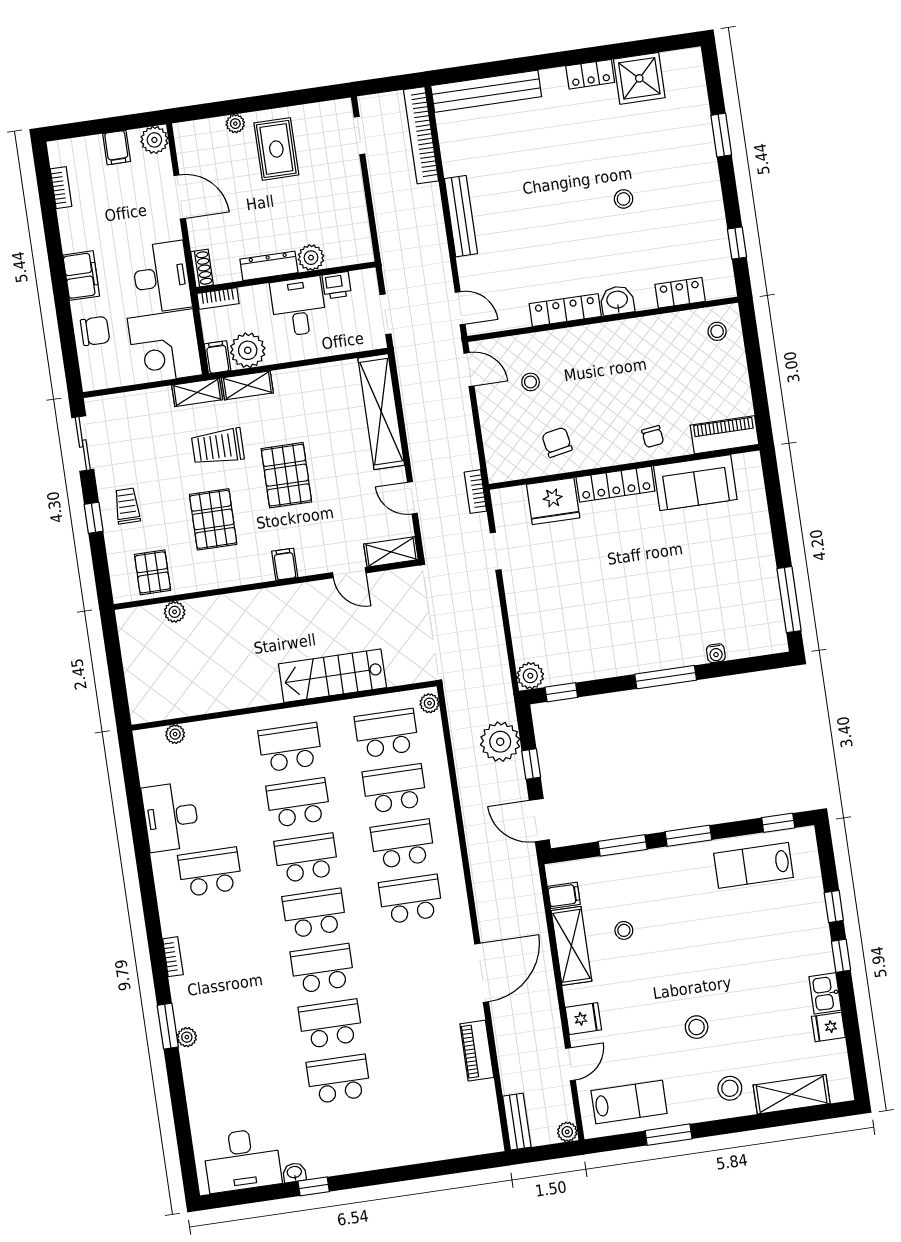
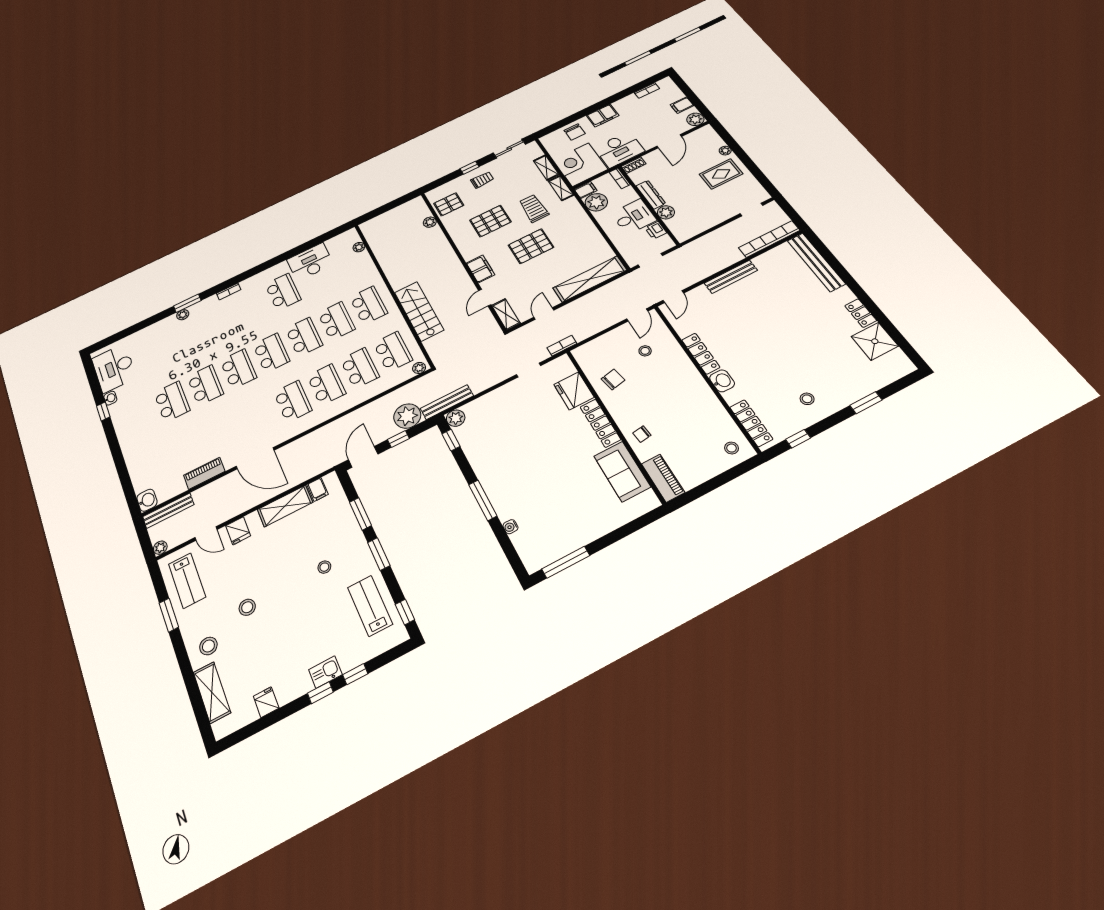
stool: (624, 199) -> (807, 399), moved
locker: (680, 293) -> (751, 423), width x1.53
shelving: (247, 385) -> (546, 167), moved
filing cabinet: (285, 564) -> (480, 269), width x2.00
bench: (500, 680) -> (447, 402), added
stool: (624, 930) -> (324, 567), moved
kitchen sink: (825, 993) -> (325, 672), moved
bench: (517, 1122) -> (168, 511), width x1.36
washbasin: (487, 1140) -> (147, 500), added

